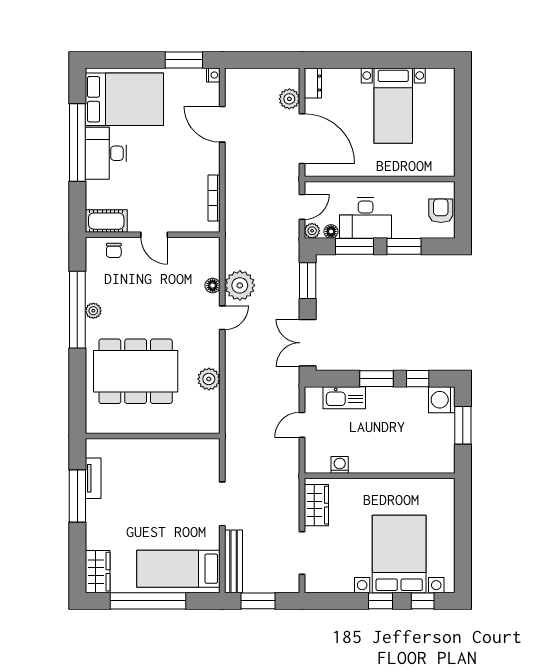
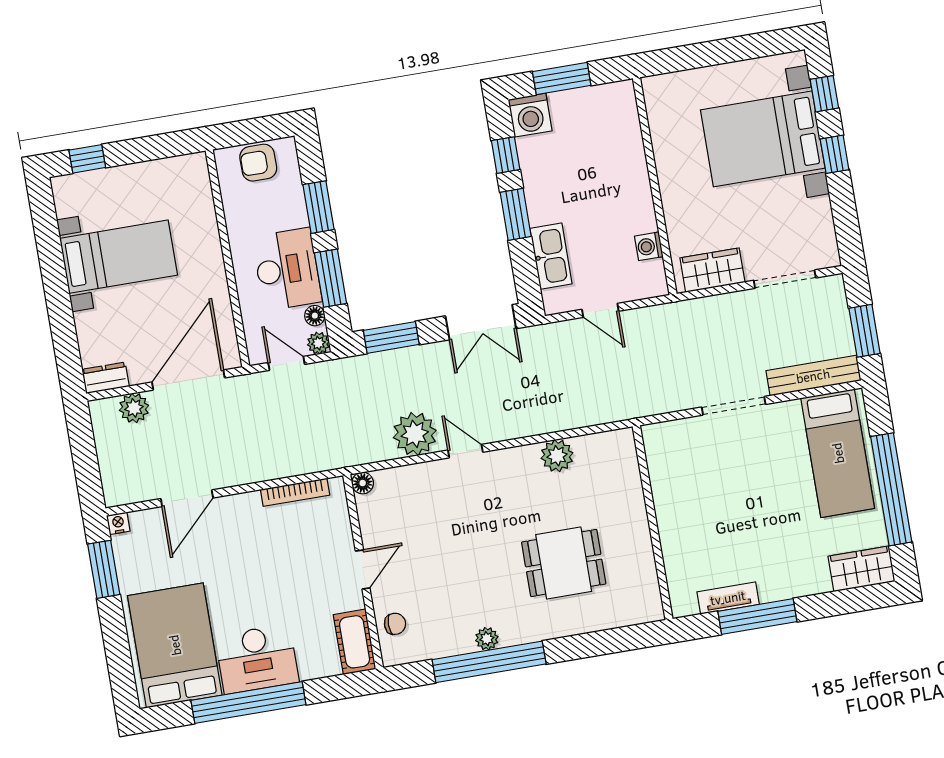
window: (463, 96) -> (87, 159), added
floor lamp: (213, 286) -> (363, 483), moved
dining table: (136, 371) -> (564, 563), width x0.53, depth x0.80

